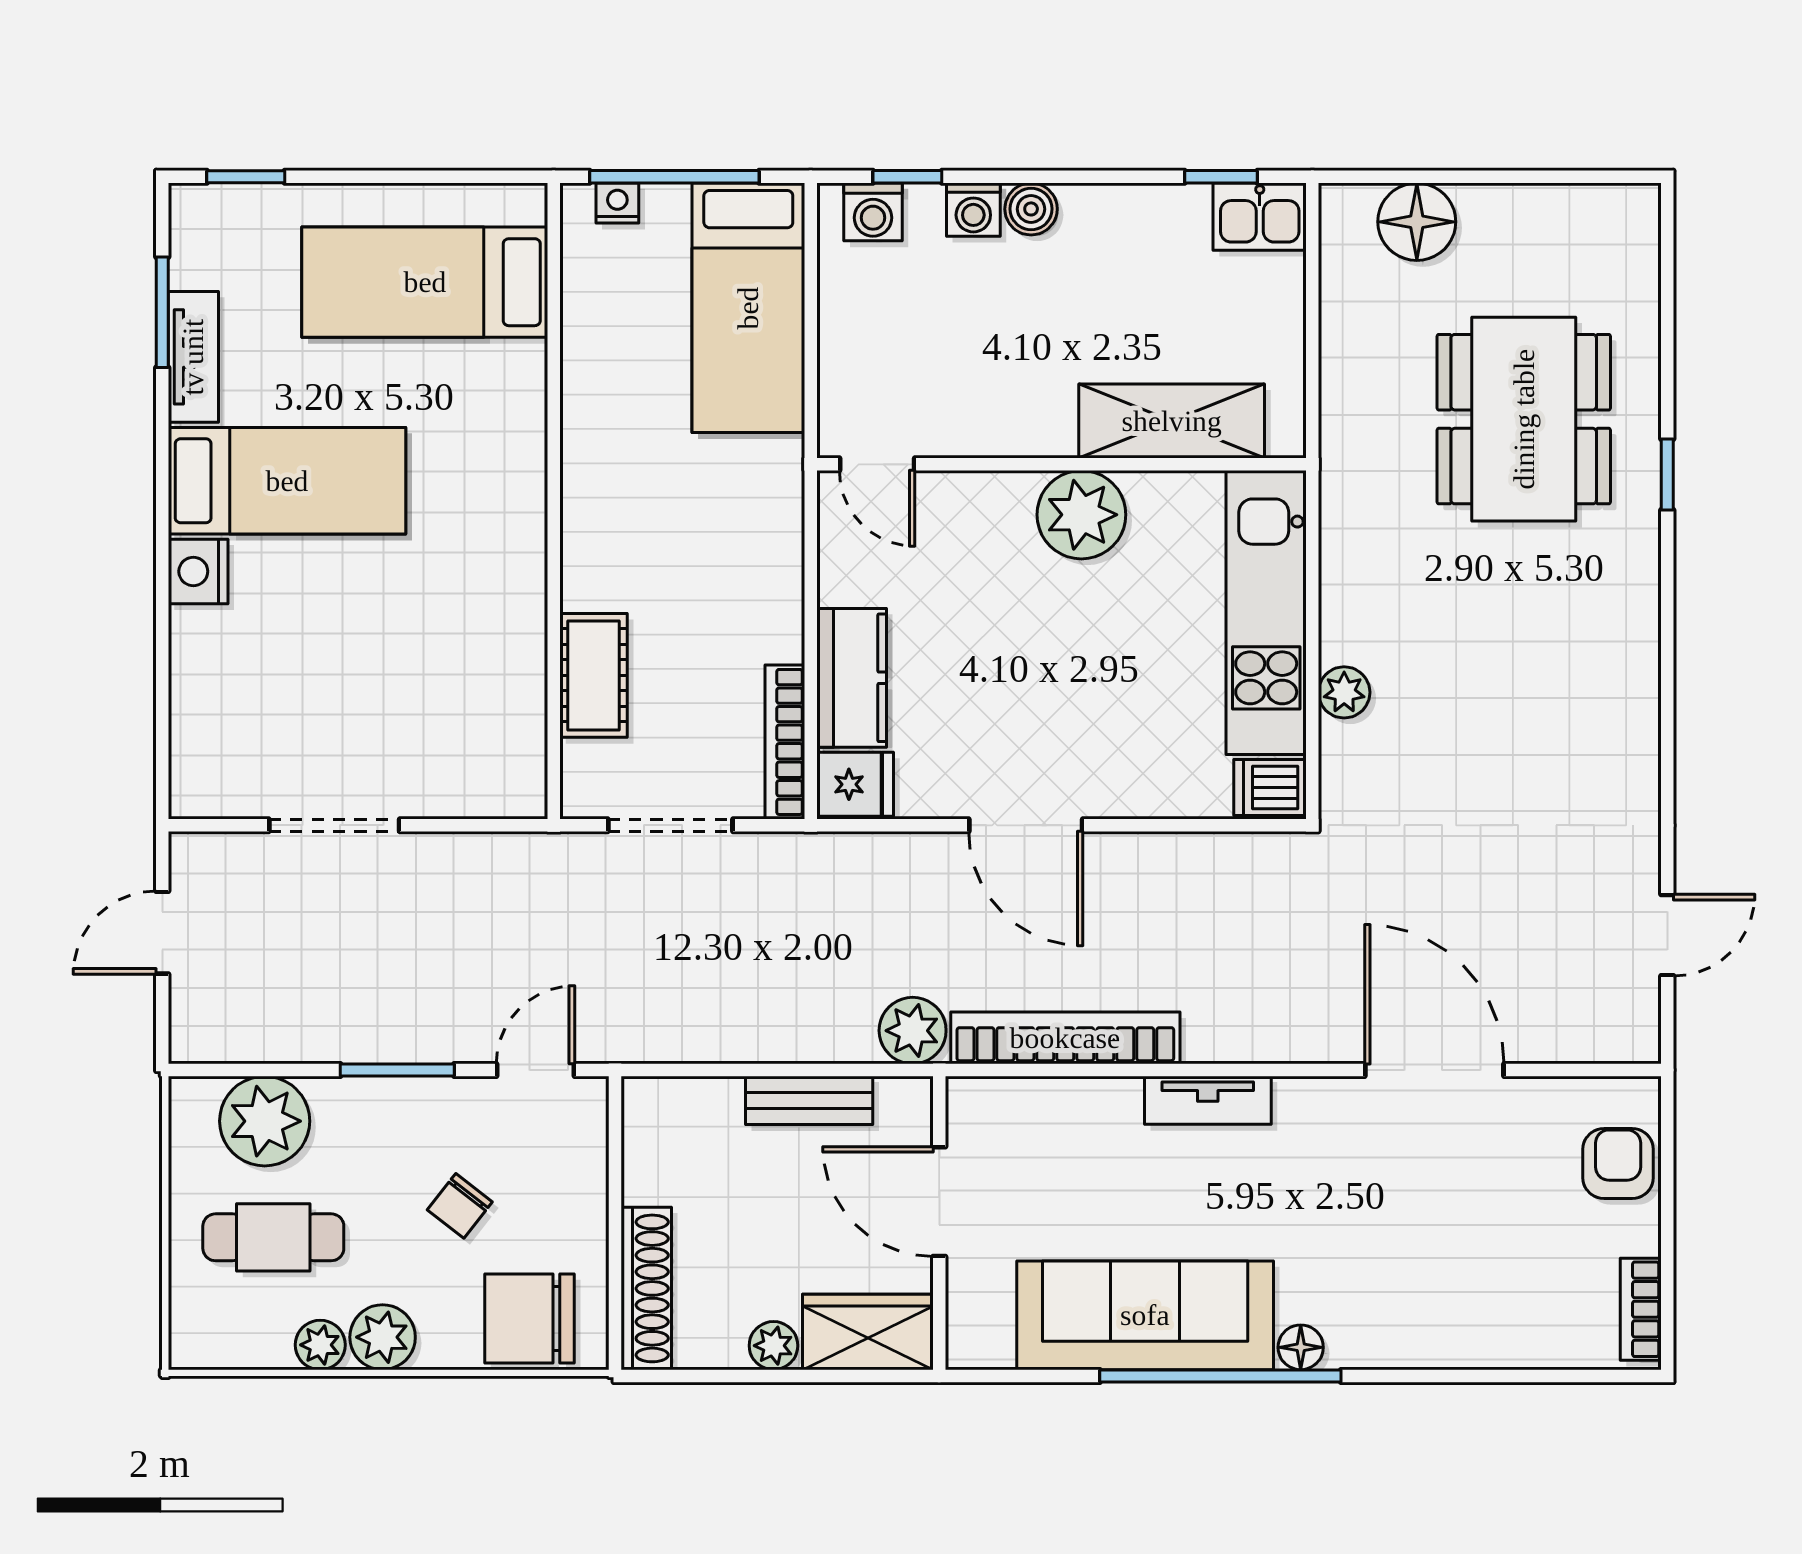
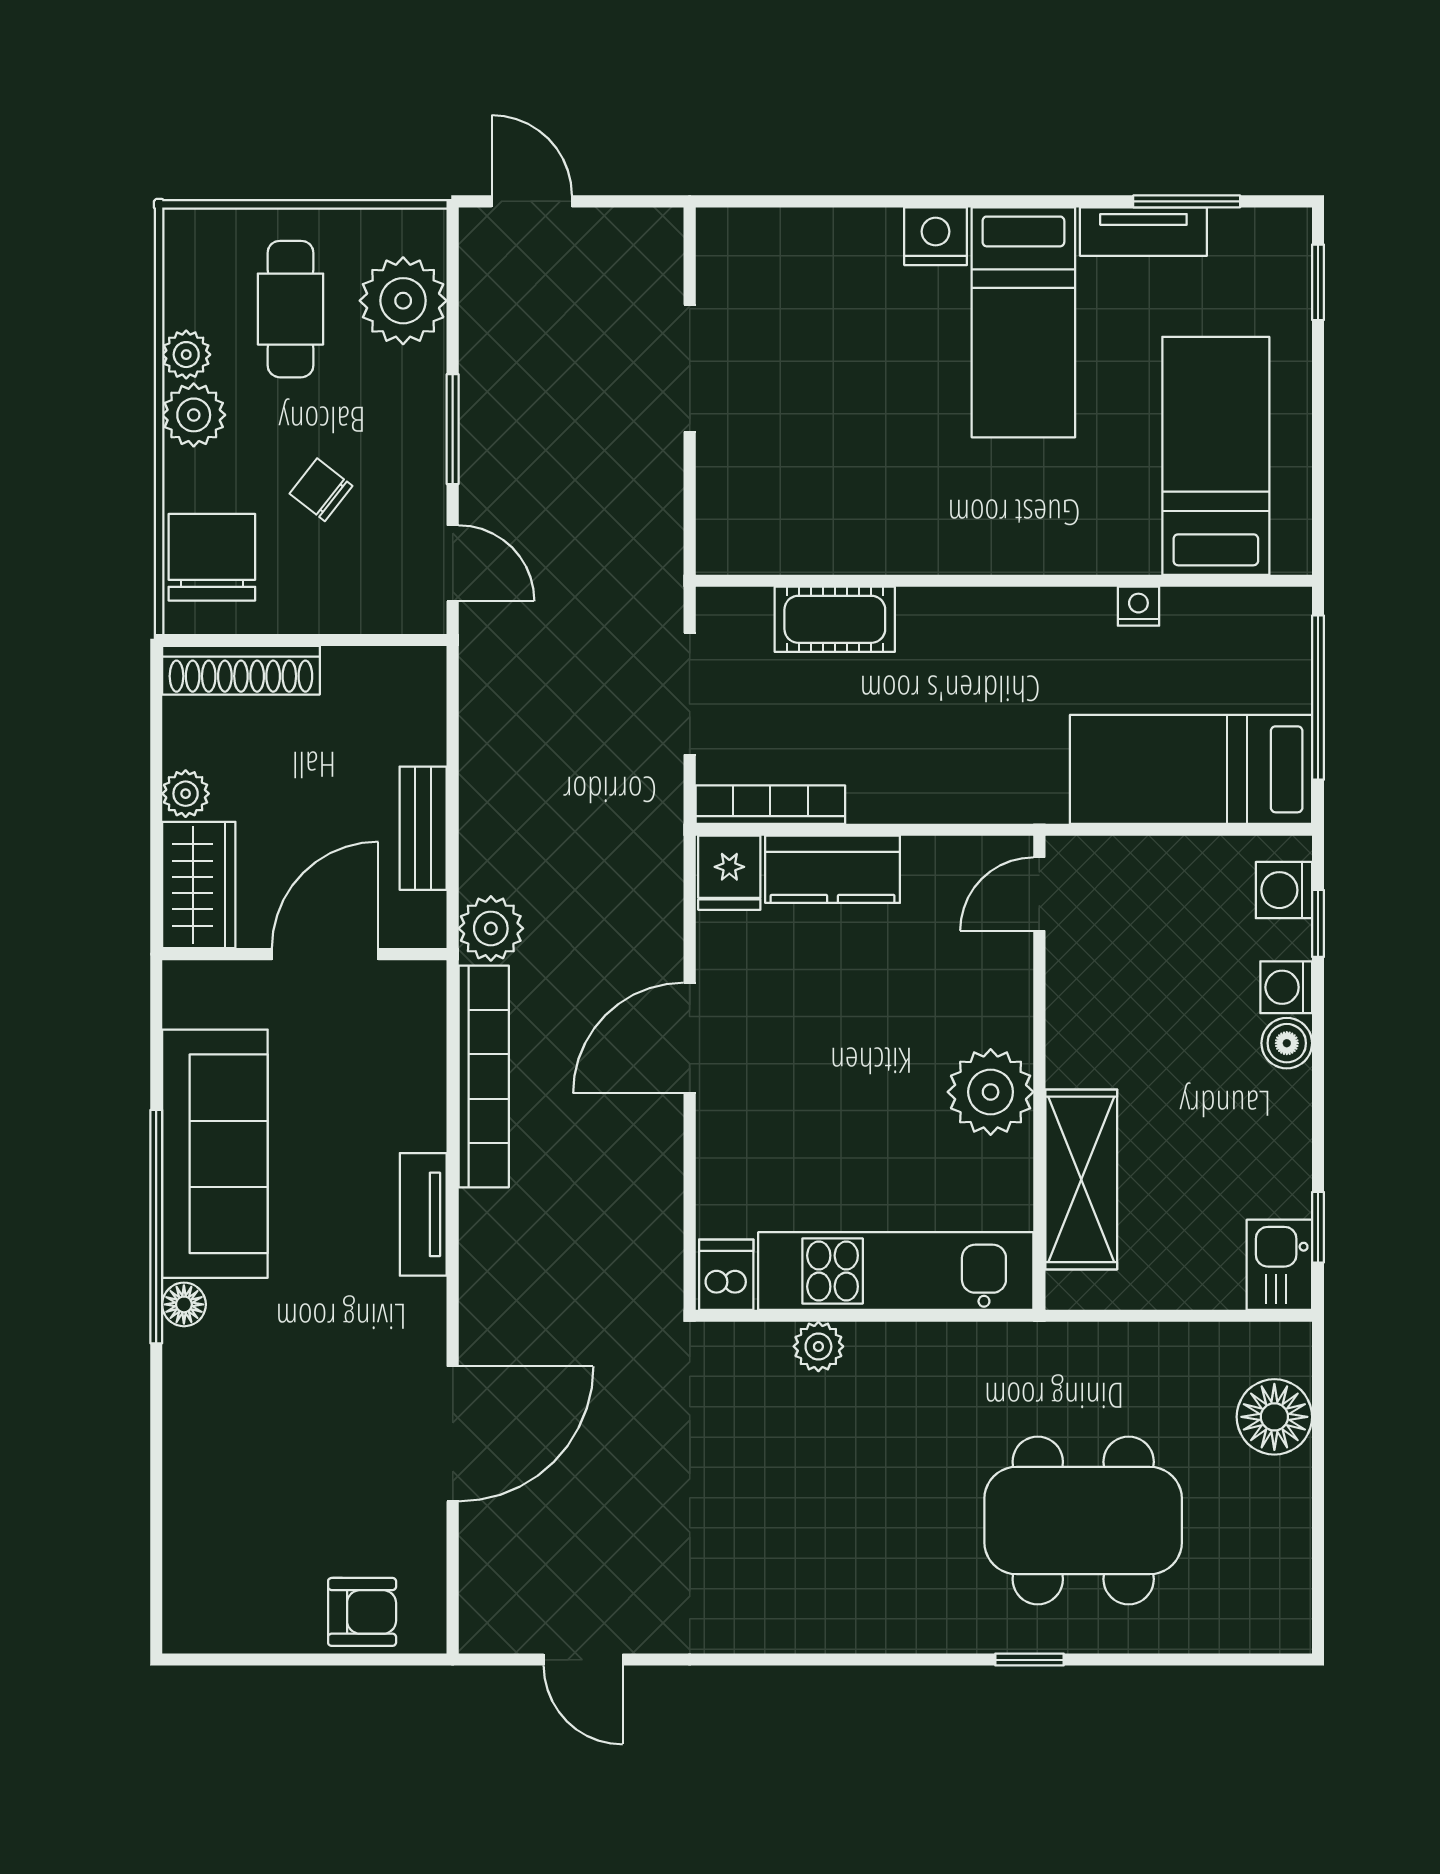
nightstand: (617, 203) -> (1138, 606), moved, turned -90
door: (162, 933) -> (532, 201), moved
bookcase: (1641, 1309) -> (221, 1634), removed

